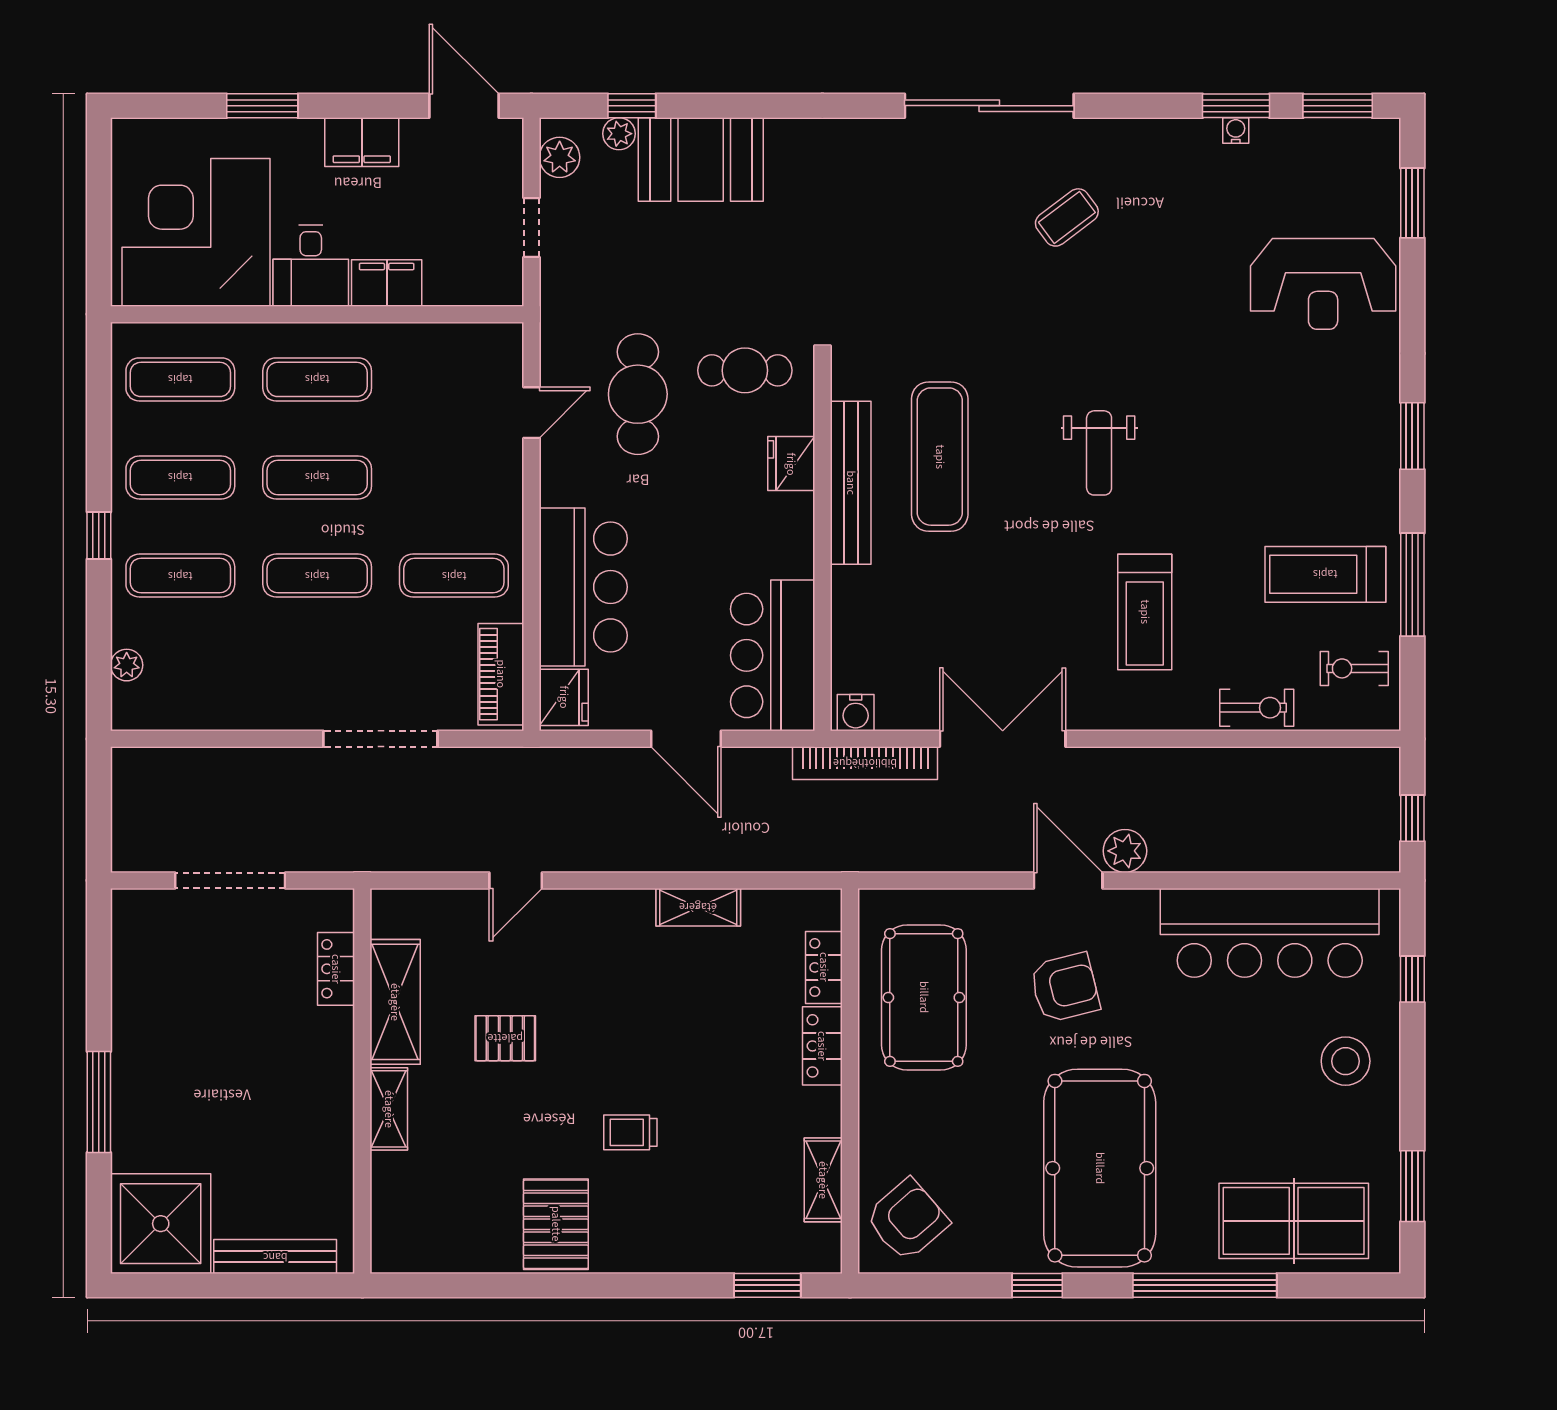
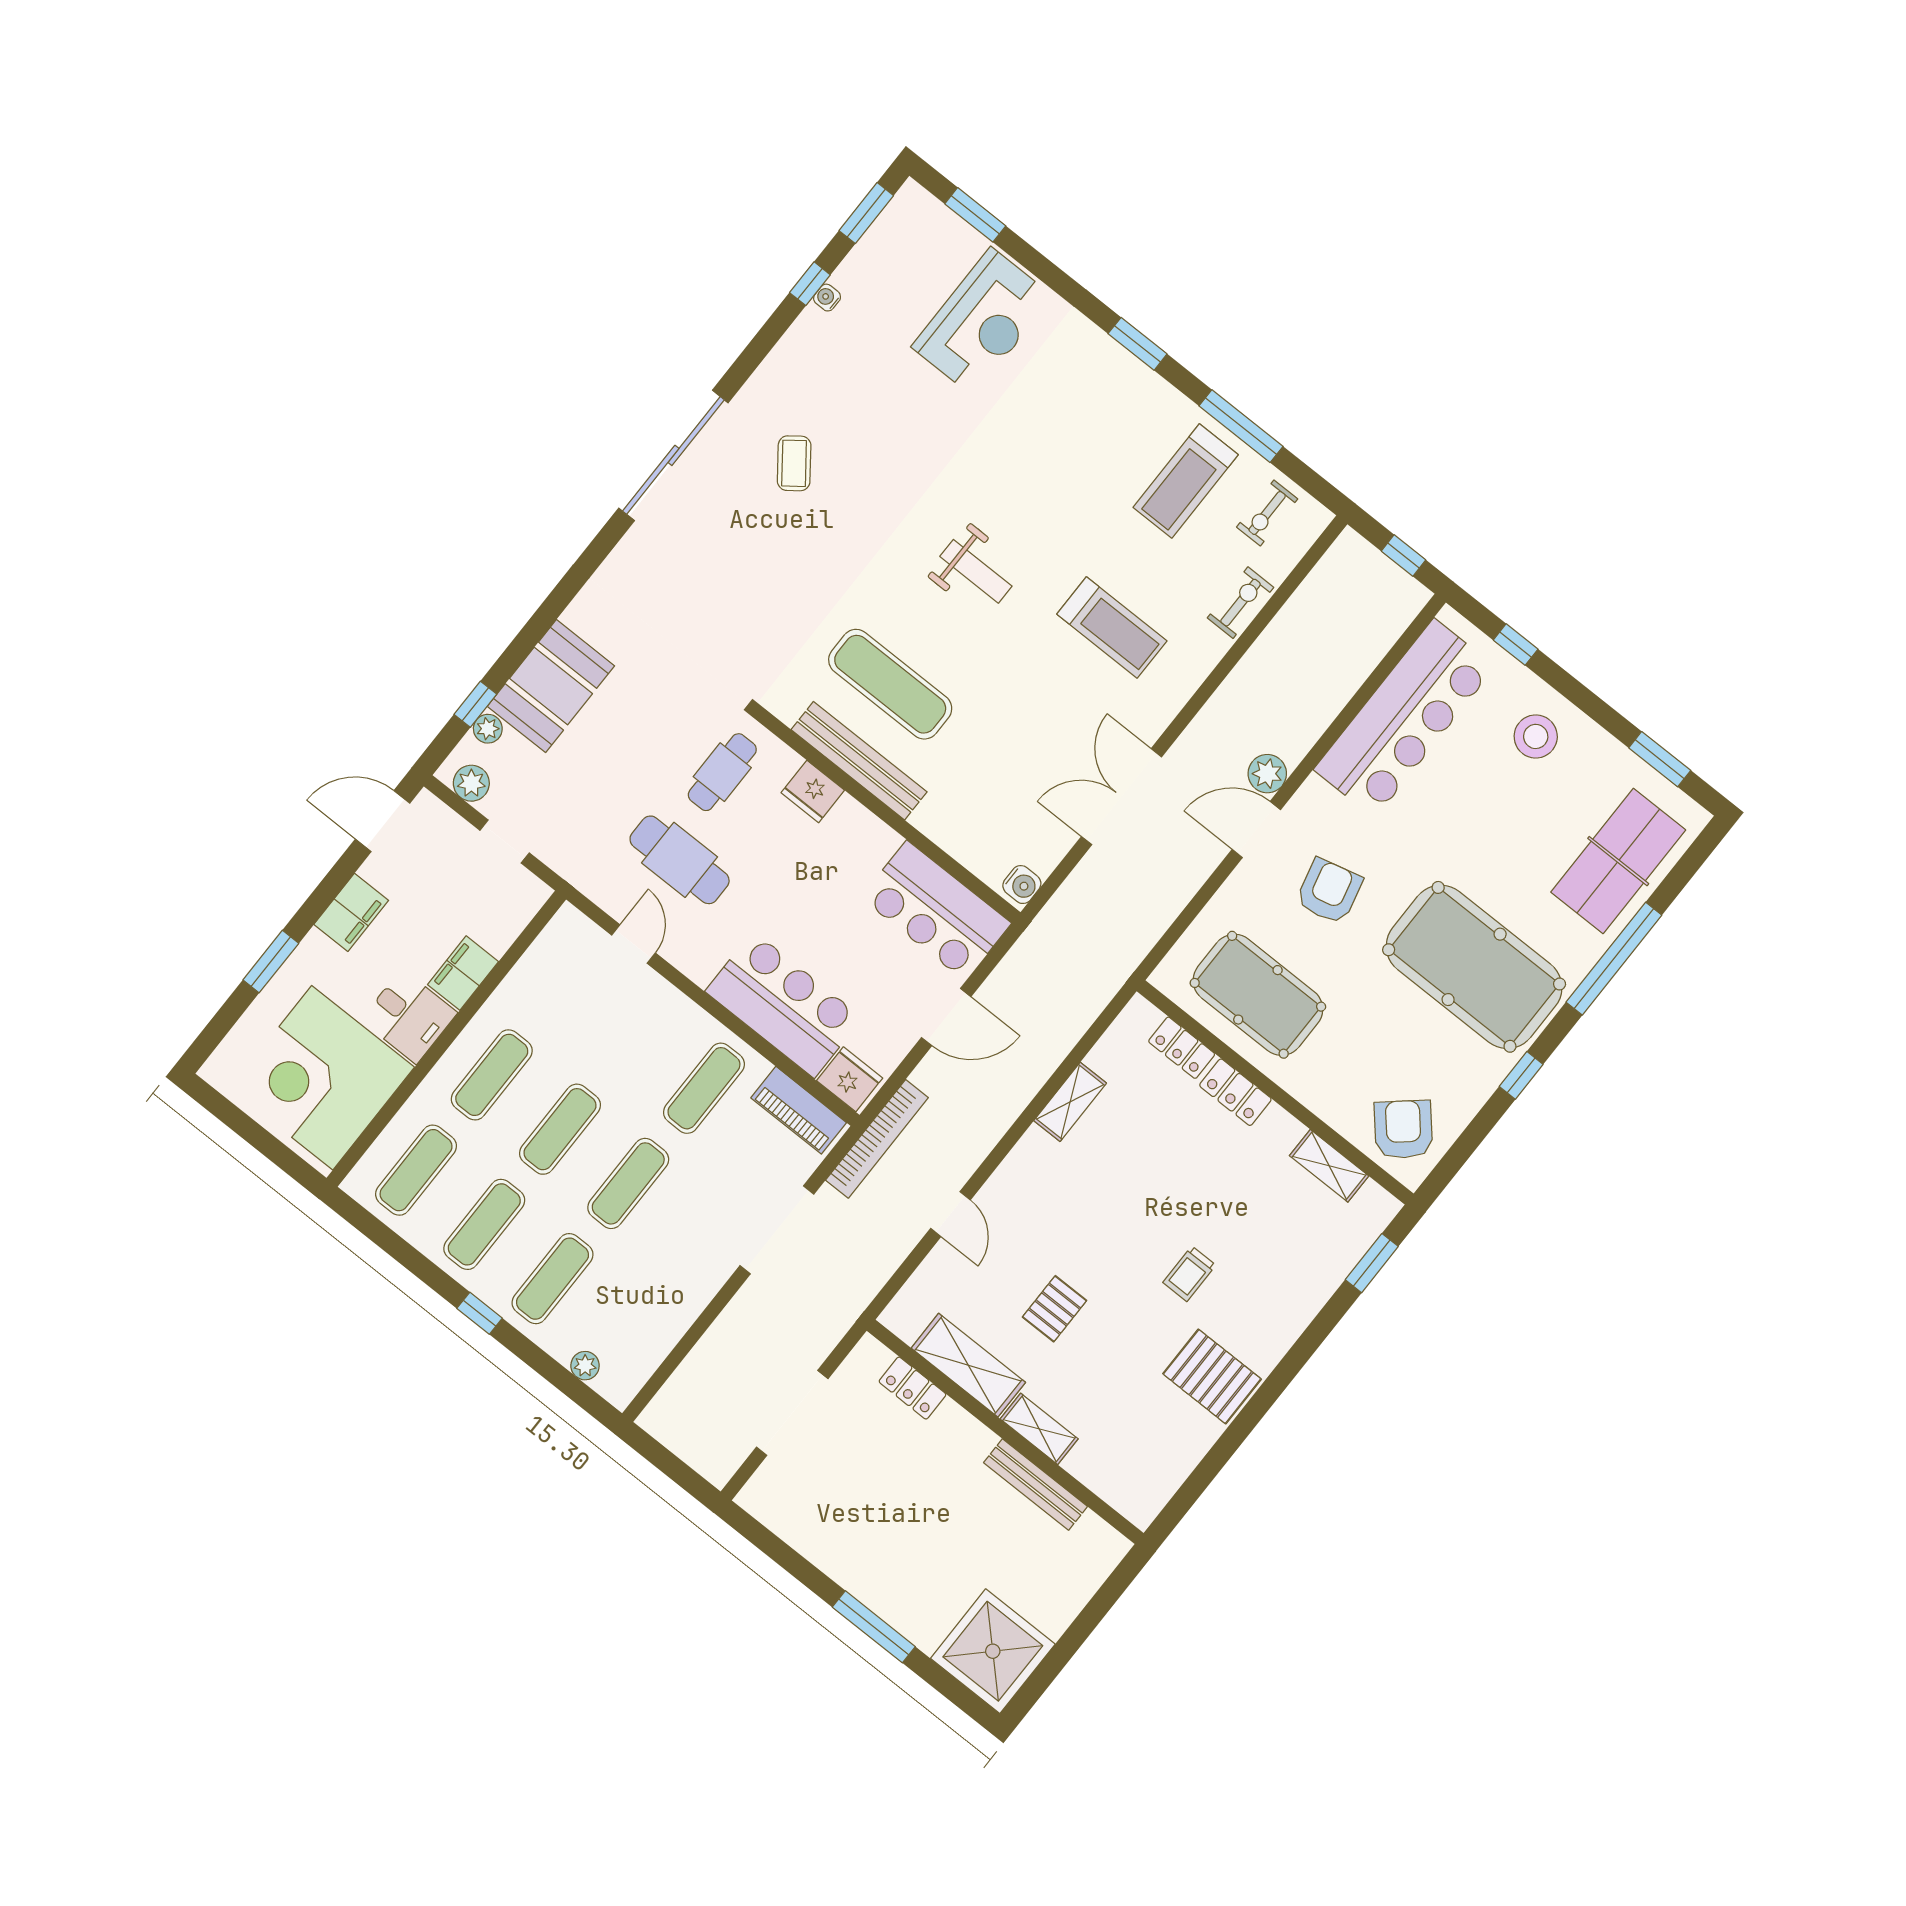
window: (1236, 106) -> (810, 284), width x0.67
bookcase: (865, 763) -> (877, 1139), moved
bench: (275, 1257) -> (1036, 1484), moved, turned 90

